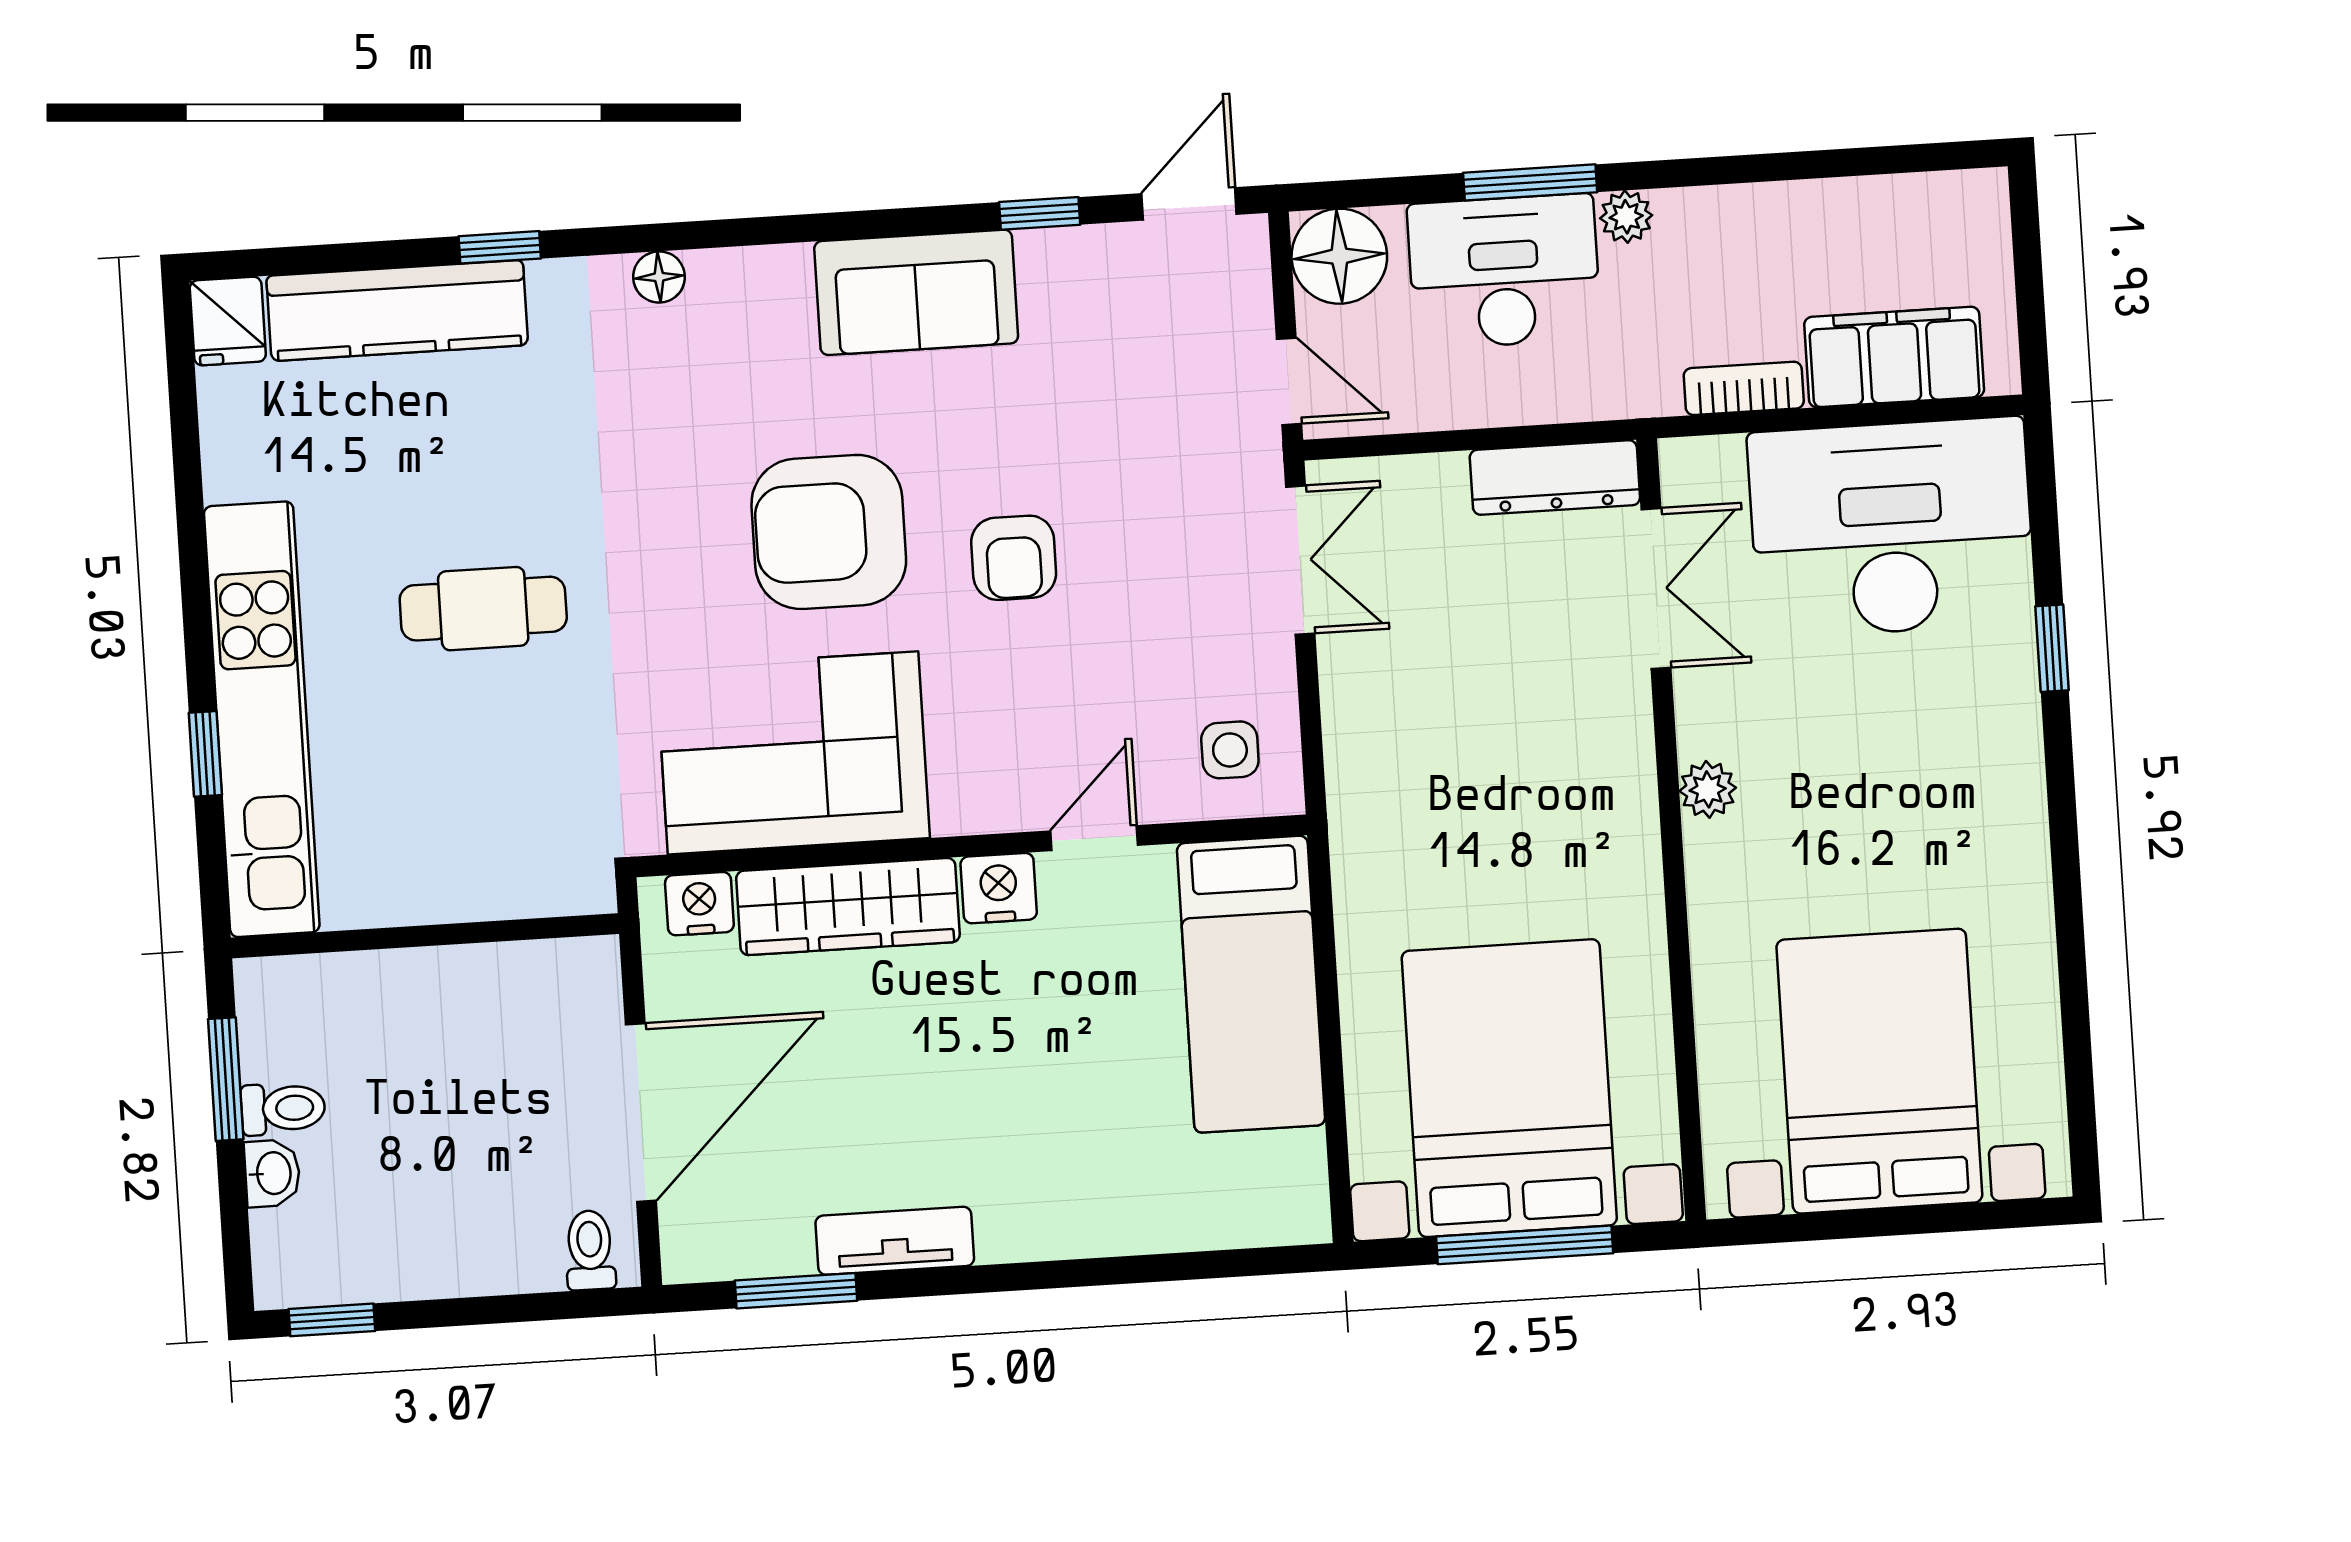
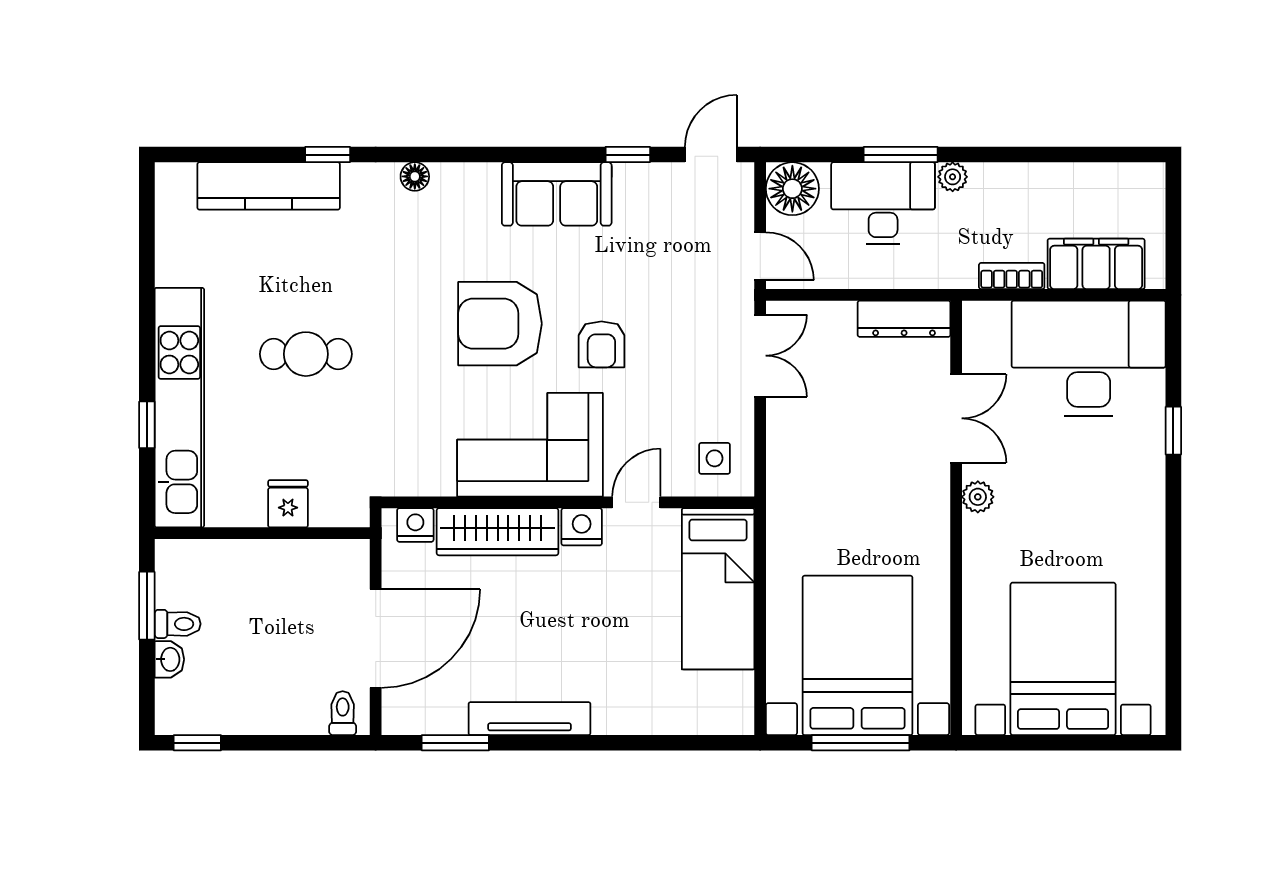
fridge: (228, 321) -> (288, 504), moved, turned 180
double door: (1656, 588) -> (956, 418), moved
corner sofa: (793, 753) -> (530, 445), moved
tv unit: (895, 1241) -> (529, 719), width x1.41

